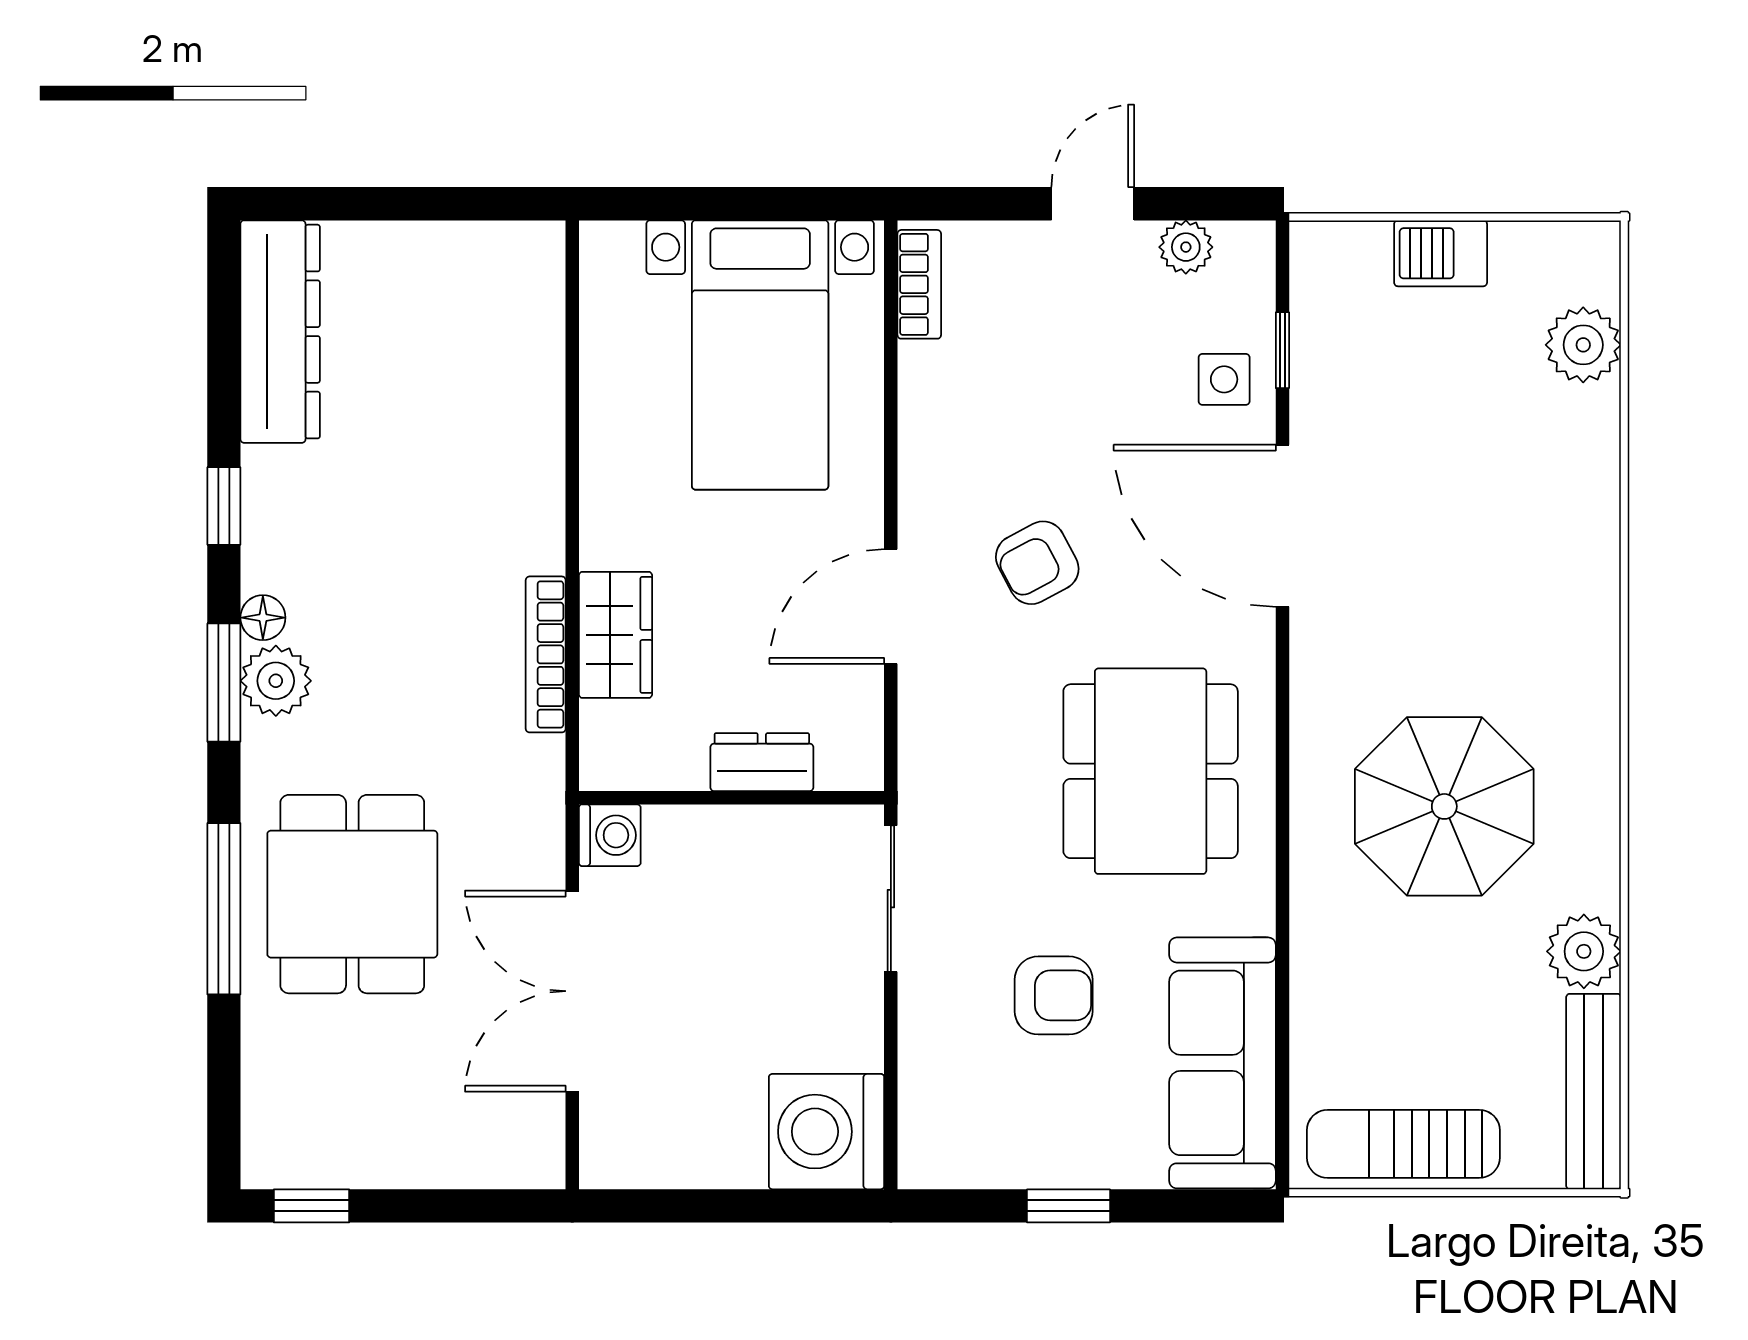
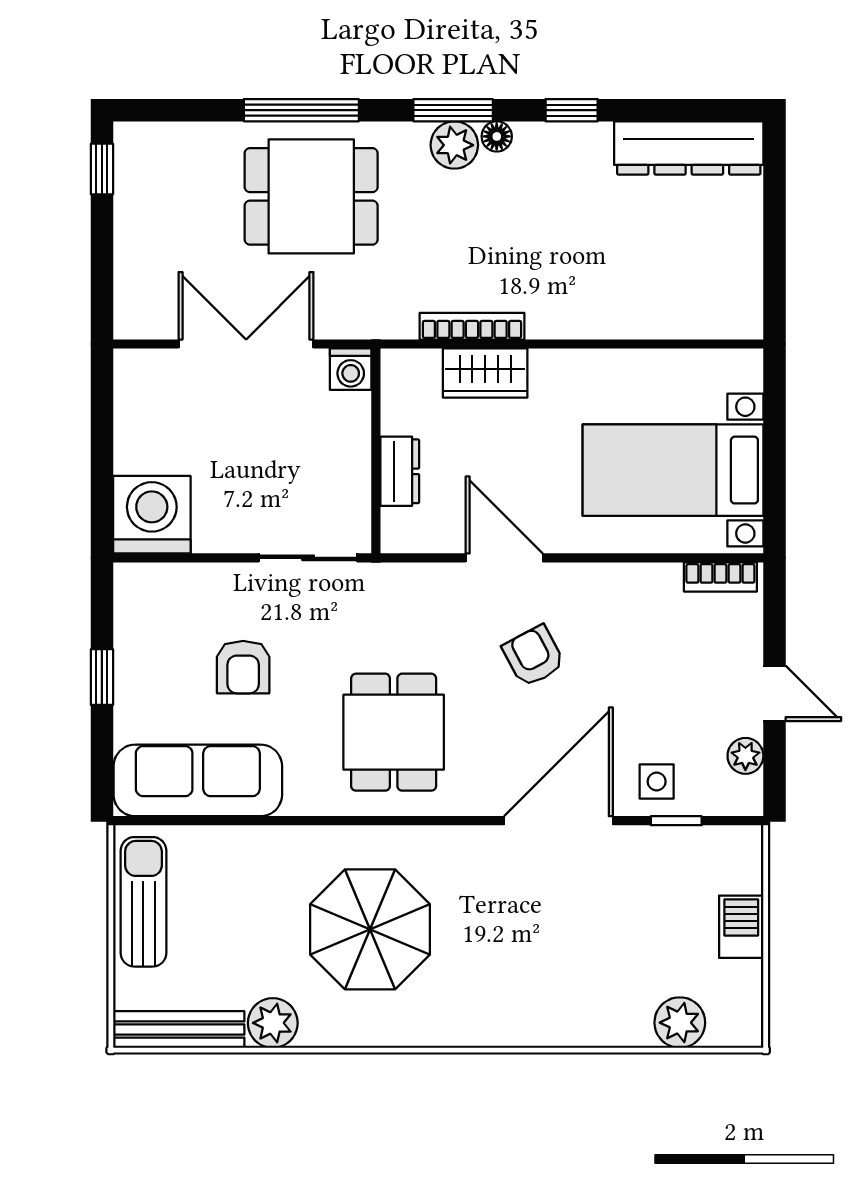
dining table: (1151, 771) -> (394, 732), width x0.73

